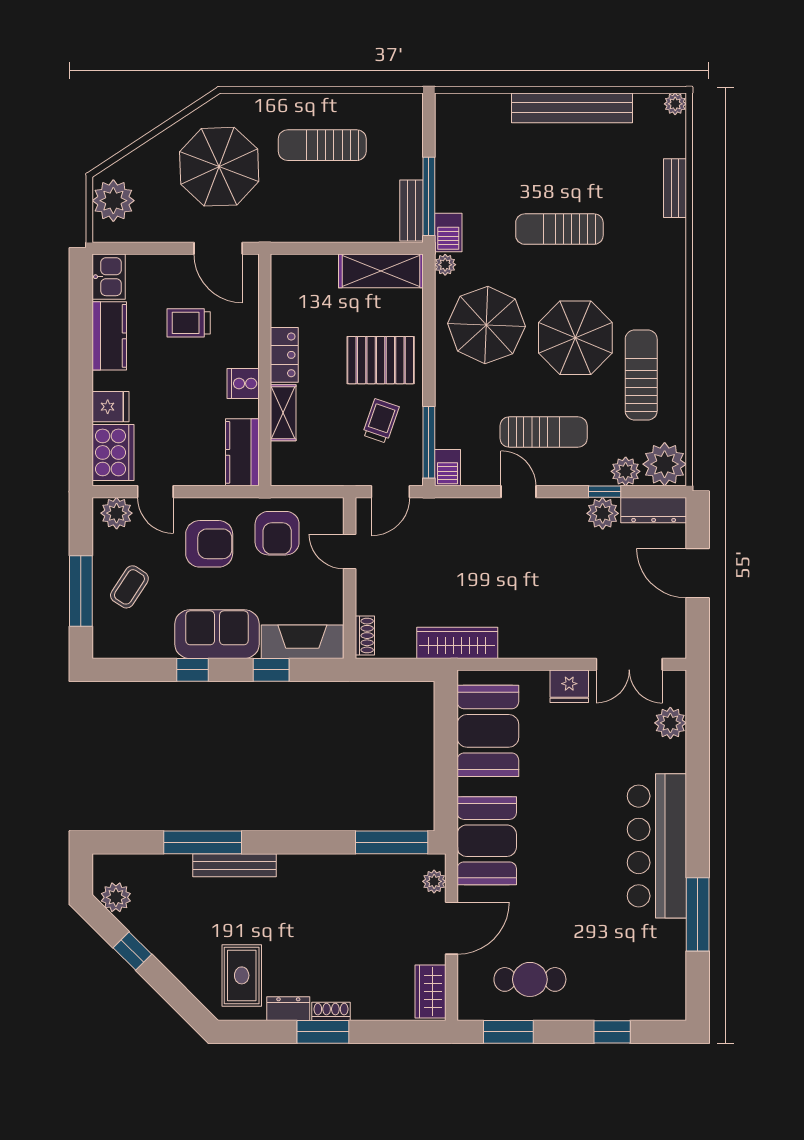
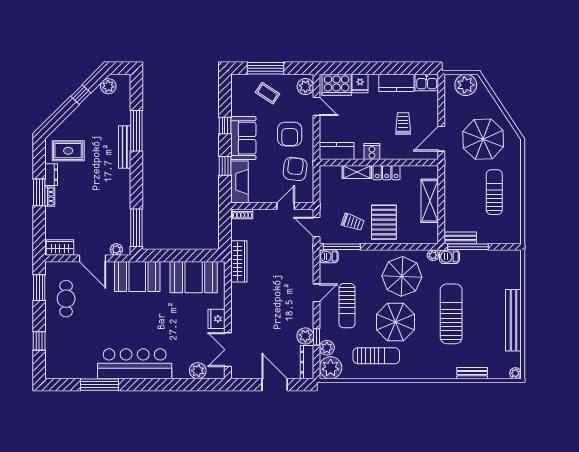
sun lounger: (559, 229) -> (451, 314), width x1.36, depth x1.34
shelving: (381, 271) -> (430, 201), moved
door: (155, 492) -> (316, 106), swing flipped
armchair: (277, 533) -> (295, 169), turned 97
door: (698, 573) -> (275, 385), hinge flipped

